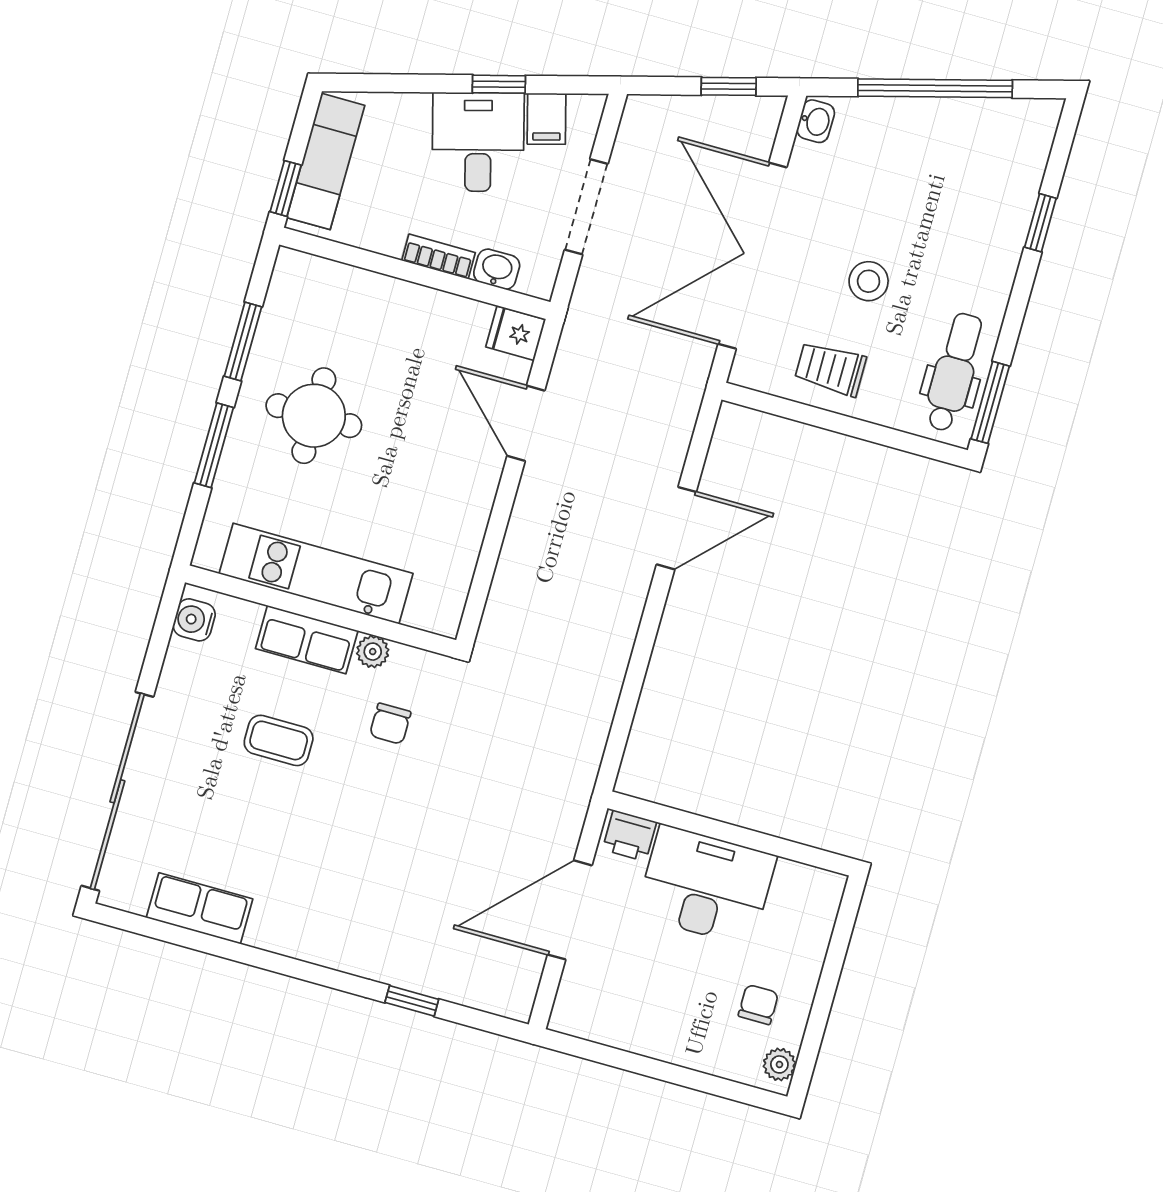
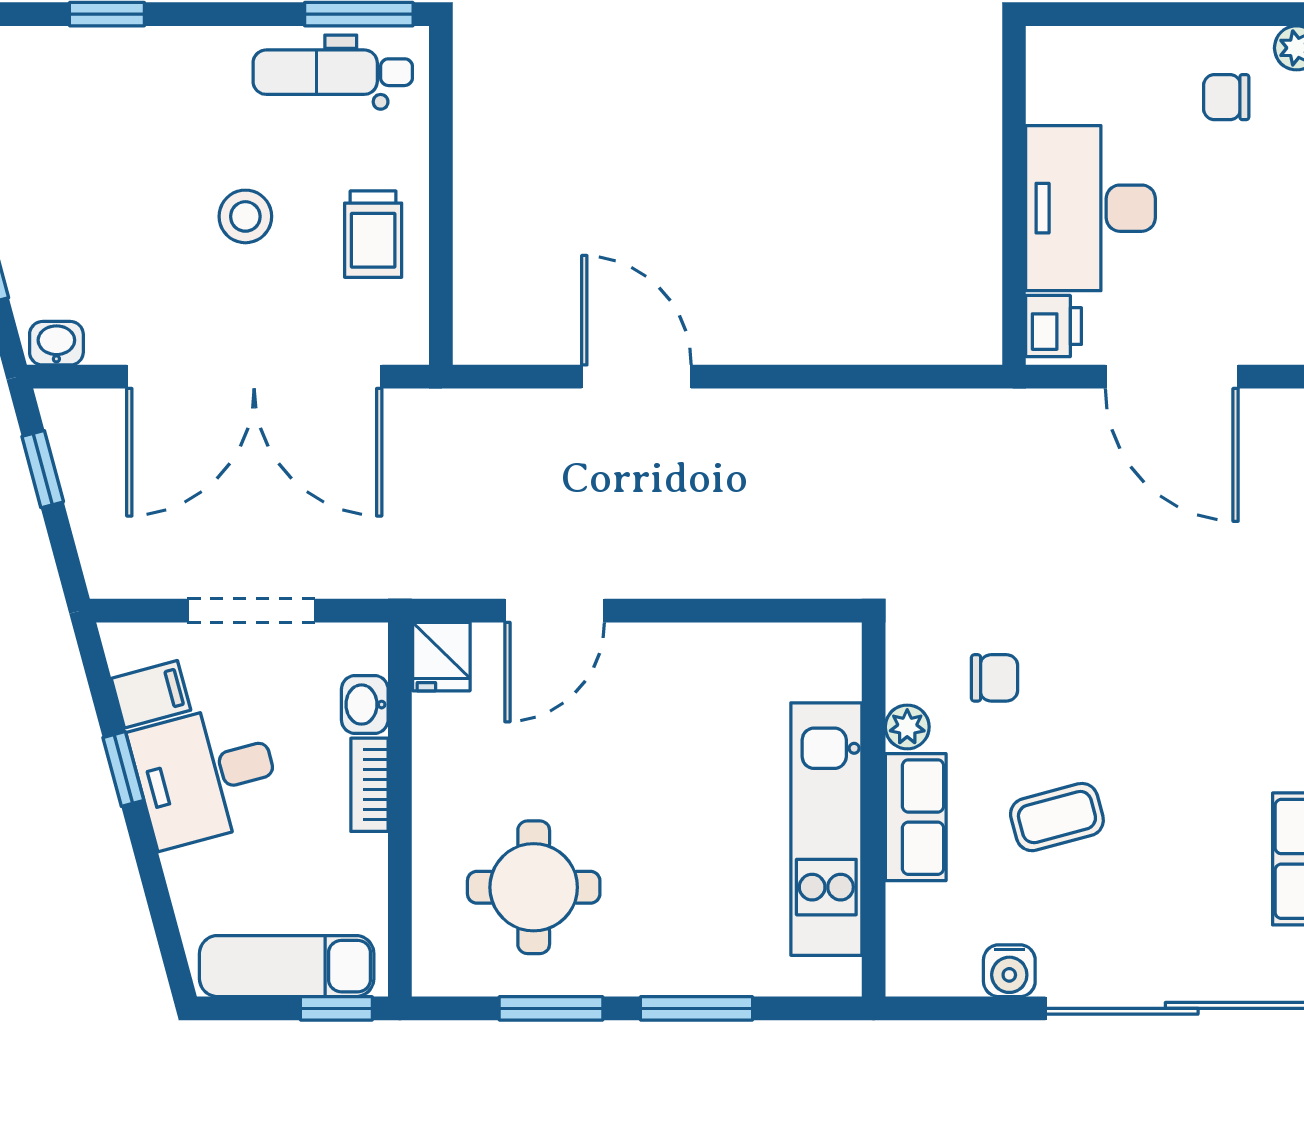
round table: (314, 416) -> (534, 887), moved
water cooler: (194, 620) -> (1009, 971), moved
coffee table: (279, 740) -> (1057, 817), turned 75

